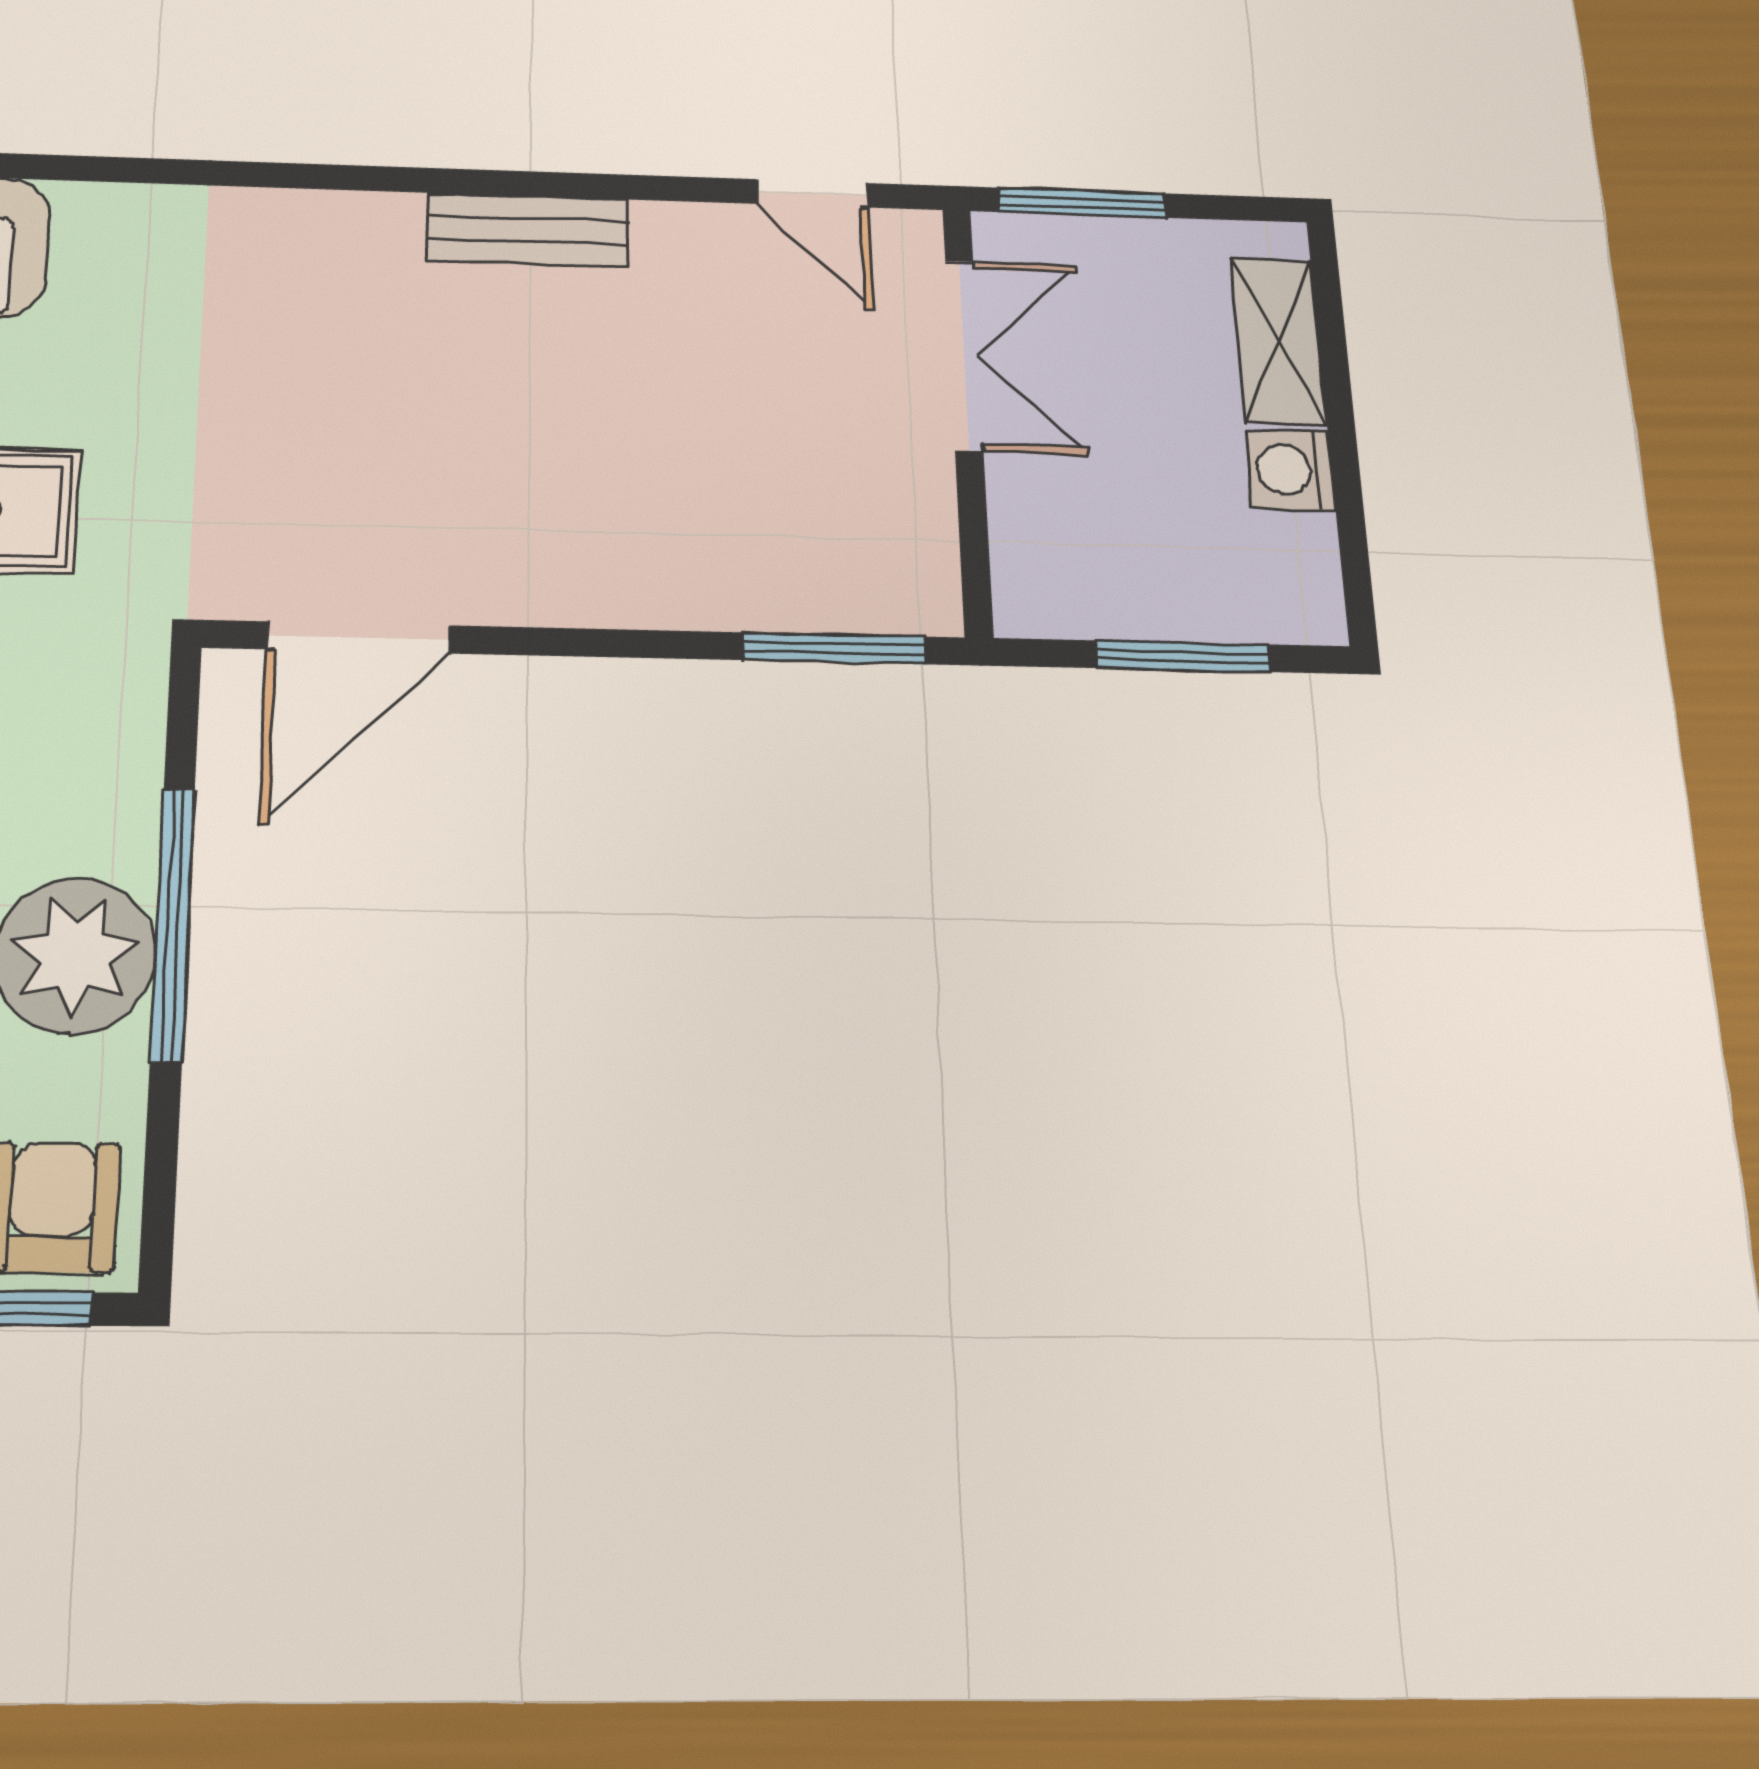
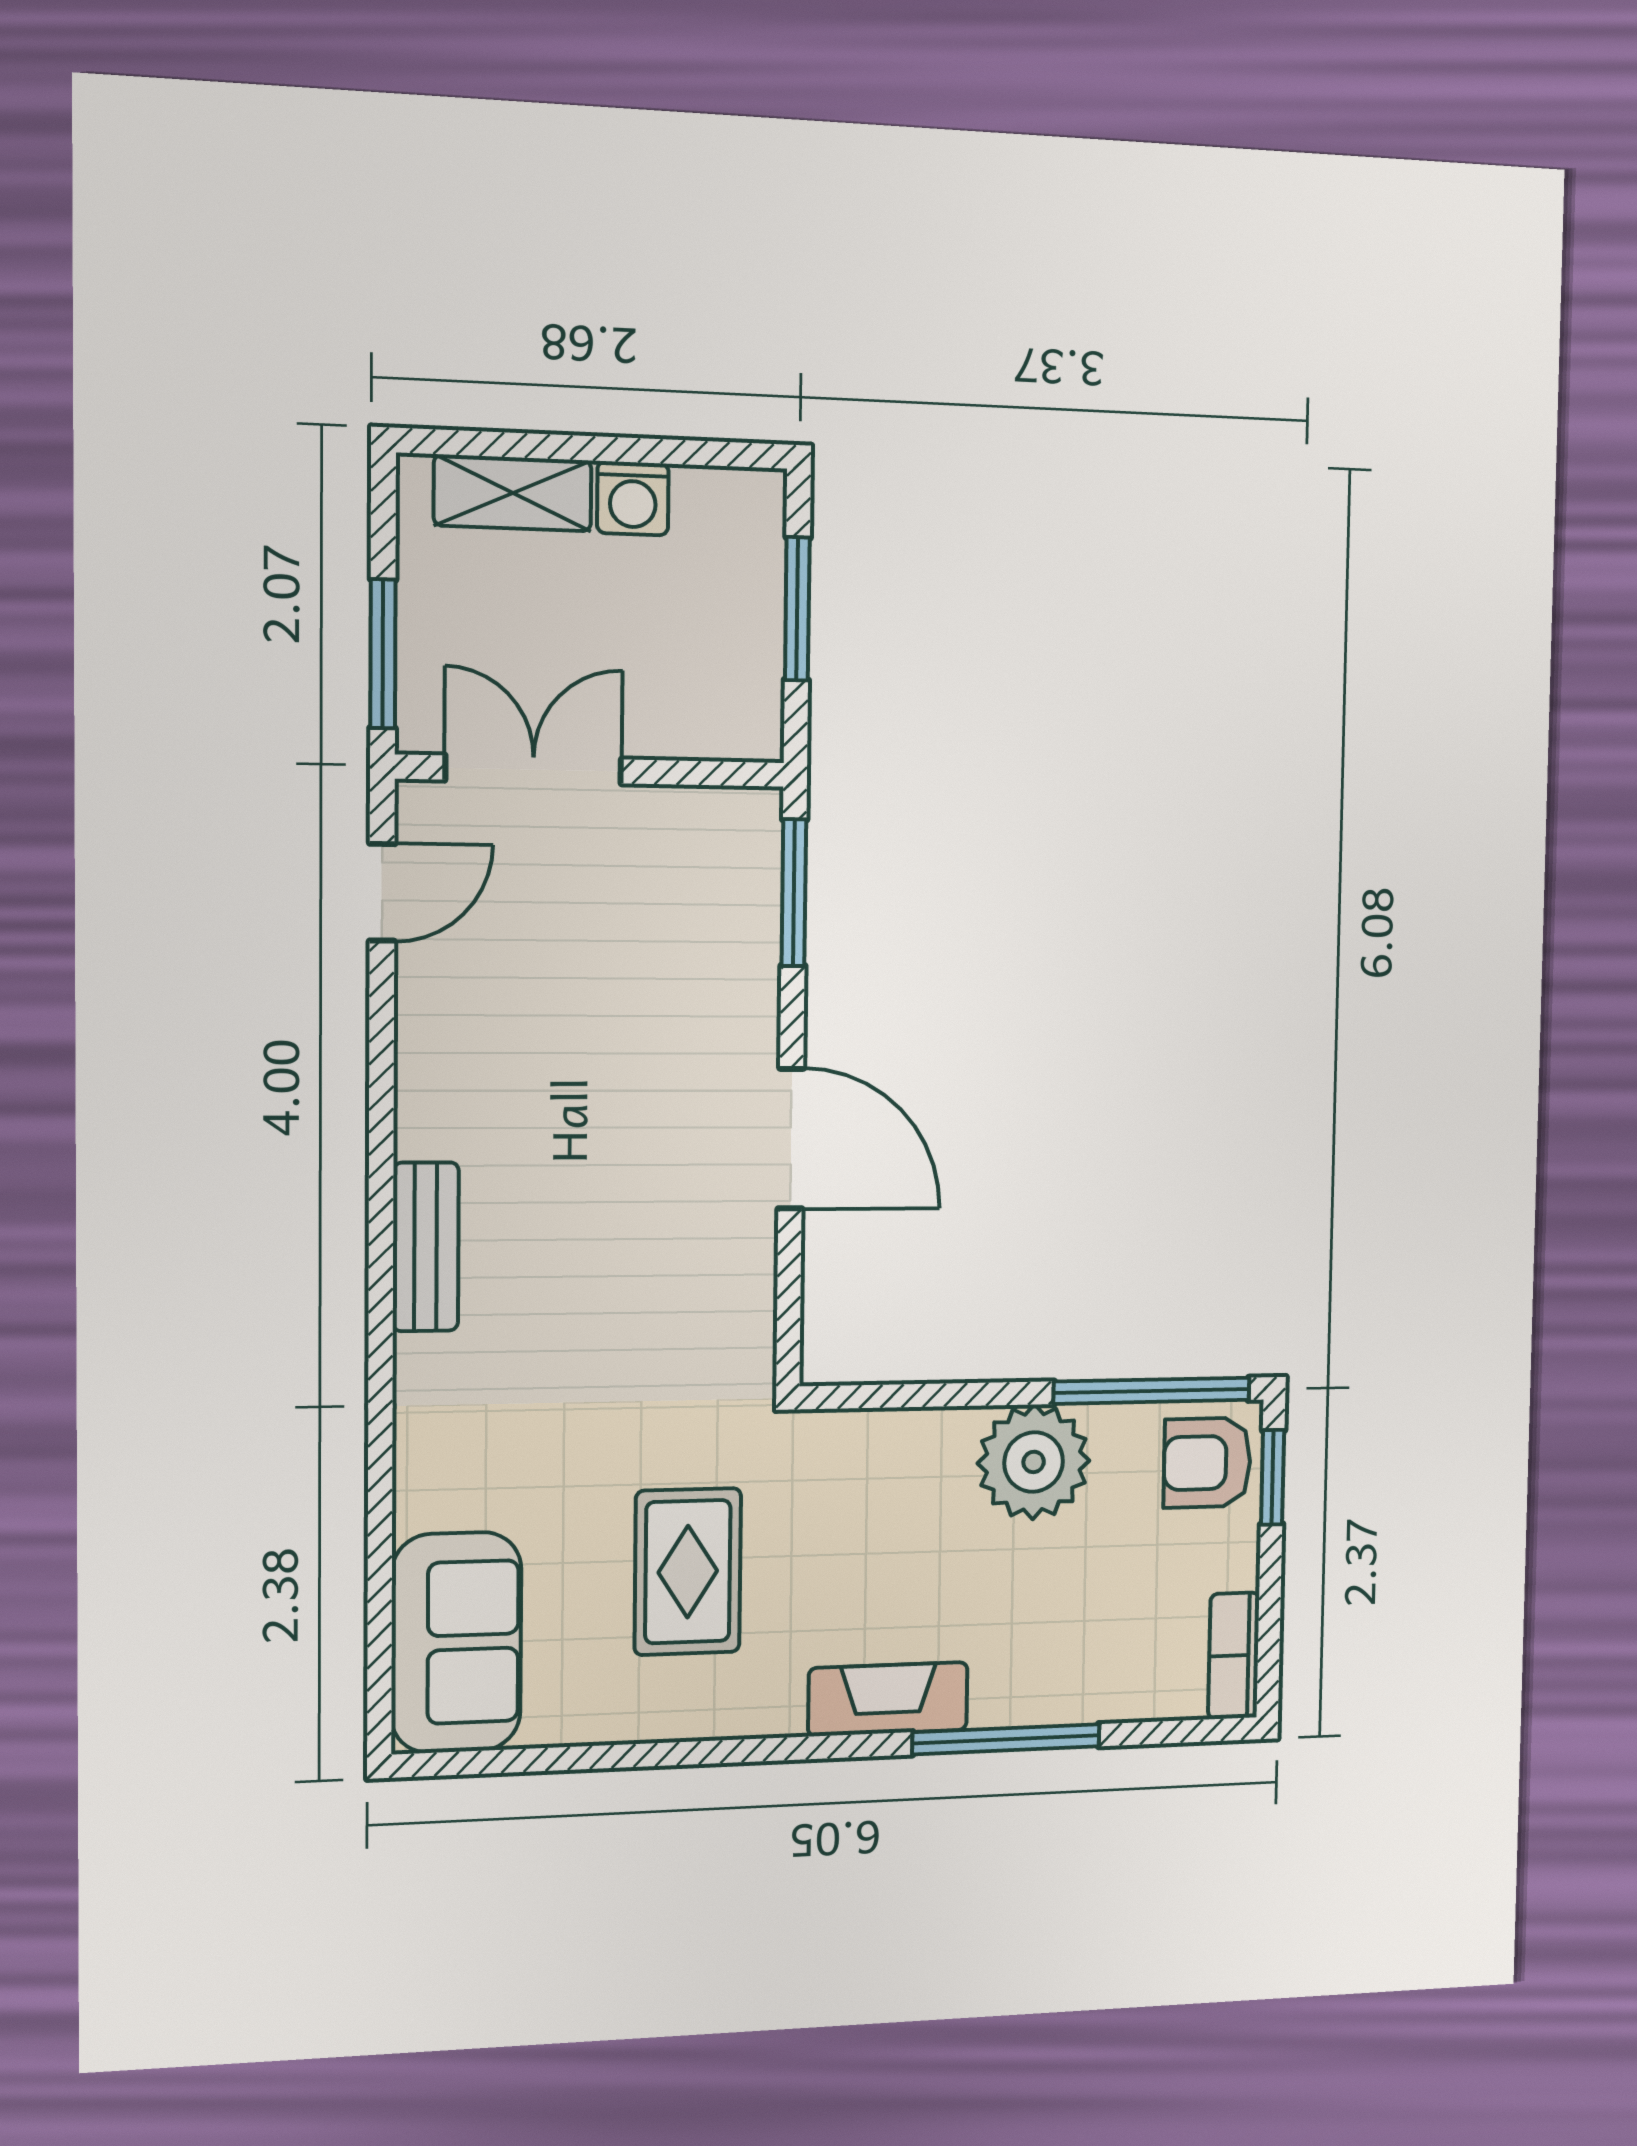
bench: (528, 230) -> (426, 1247), moved
door: (358, 637) -> (791, 1139), moved
window: (173, 924) -> (1152, 1391), moved

